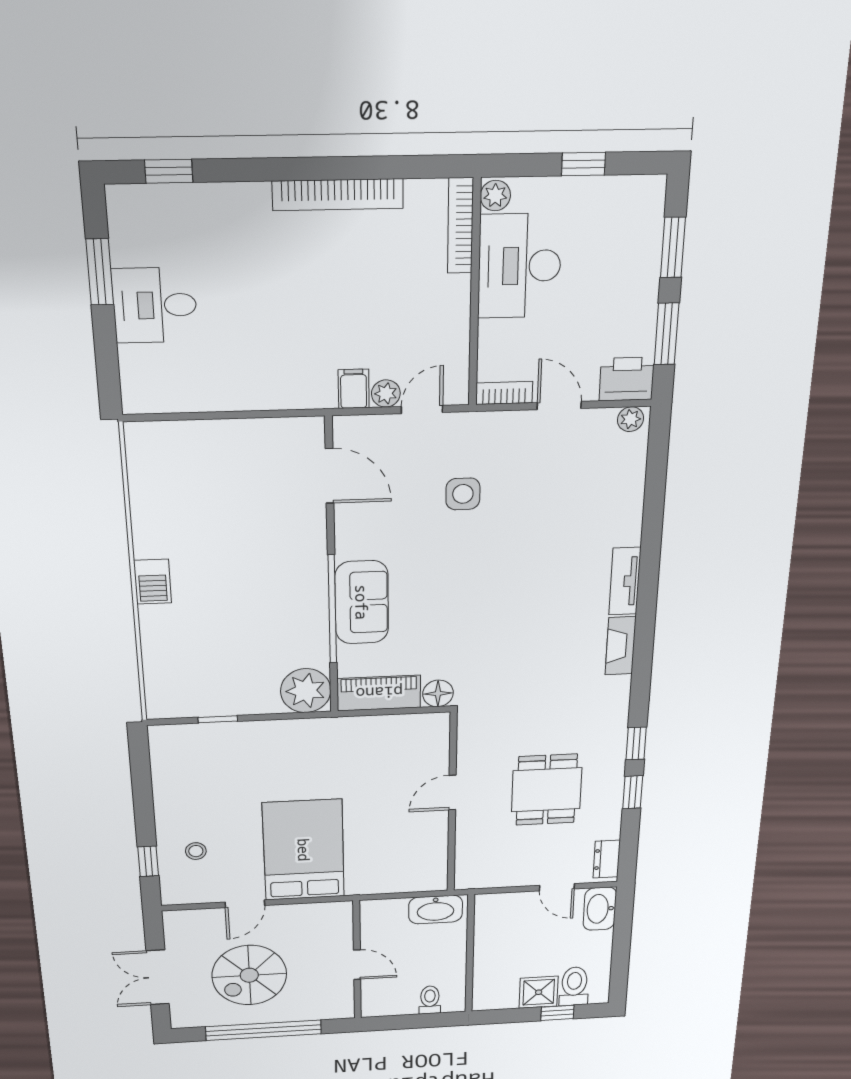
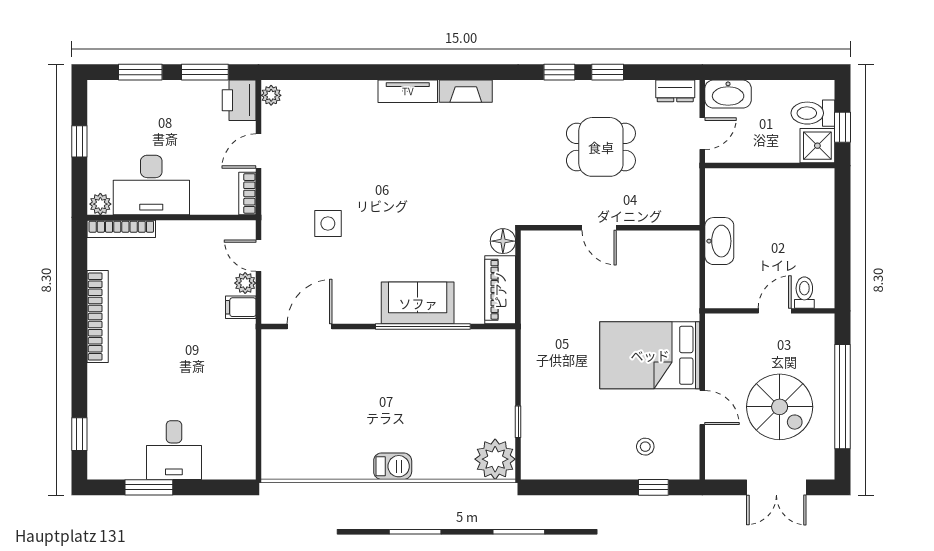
plant: (306, 691) -> (495, 459), moved
wall: (470, 954) -> (770, 166), moved
toilet: (430, 1000) -> (804, 293), moved, turned 90

